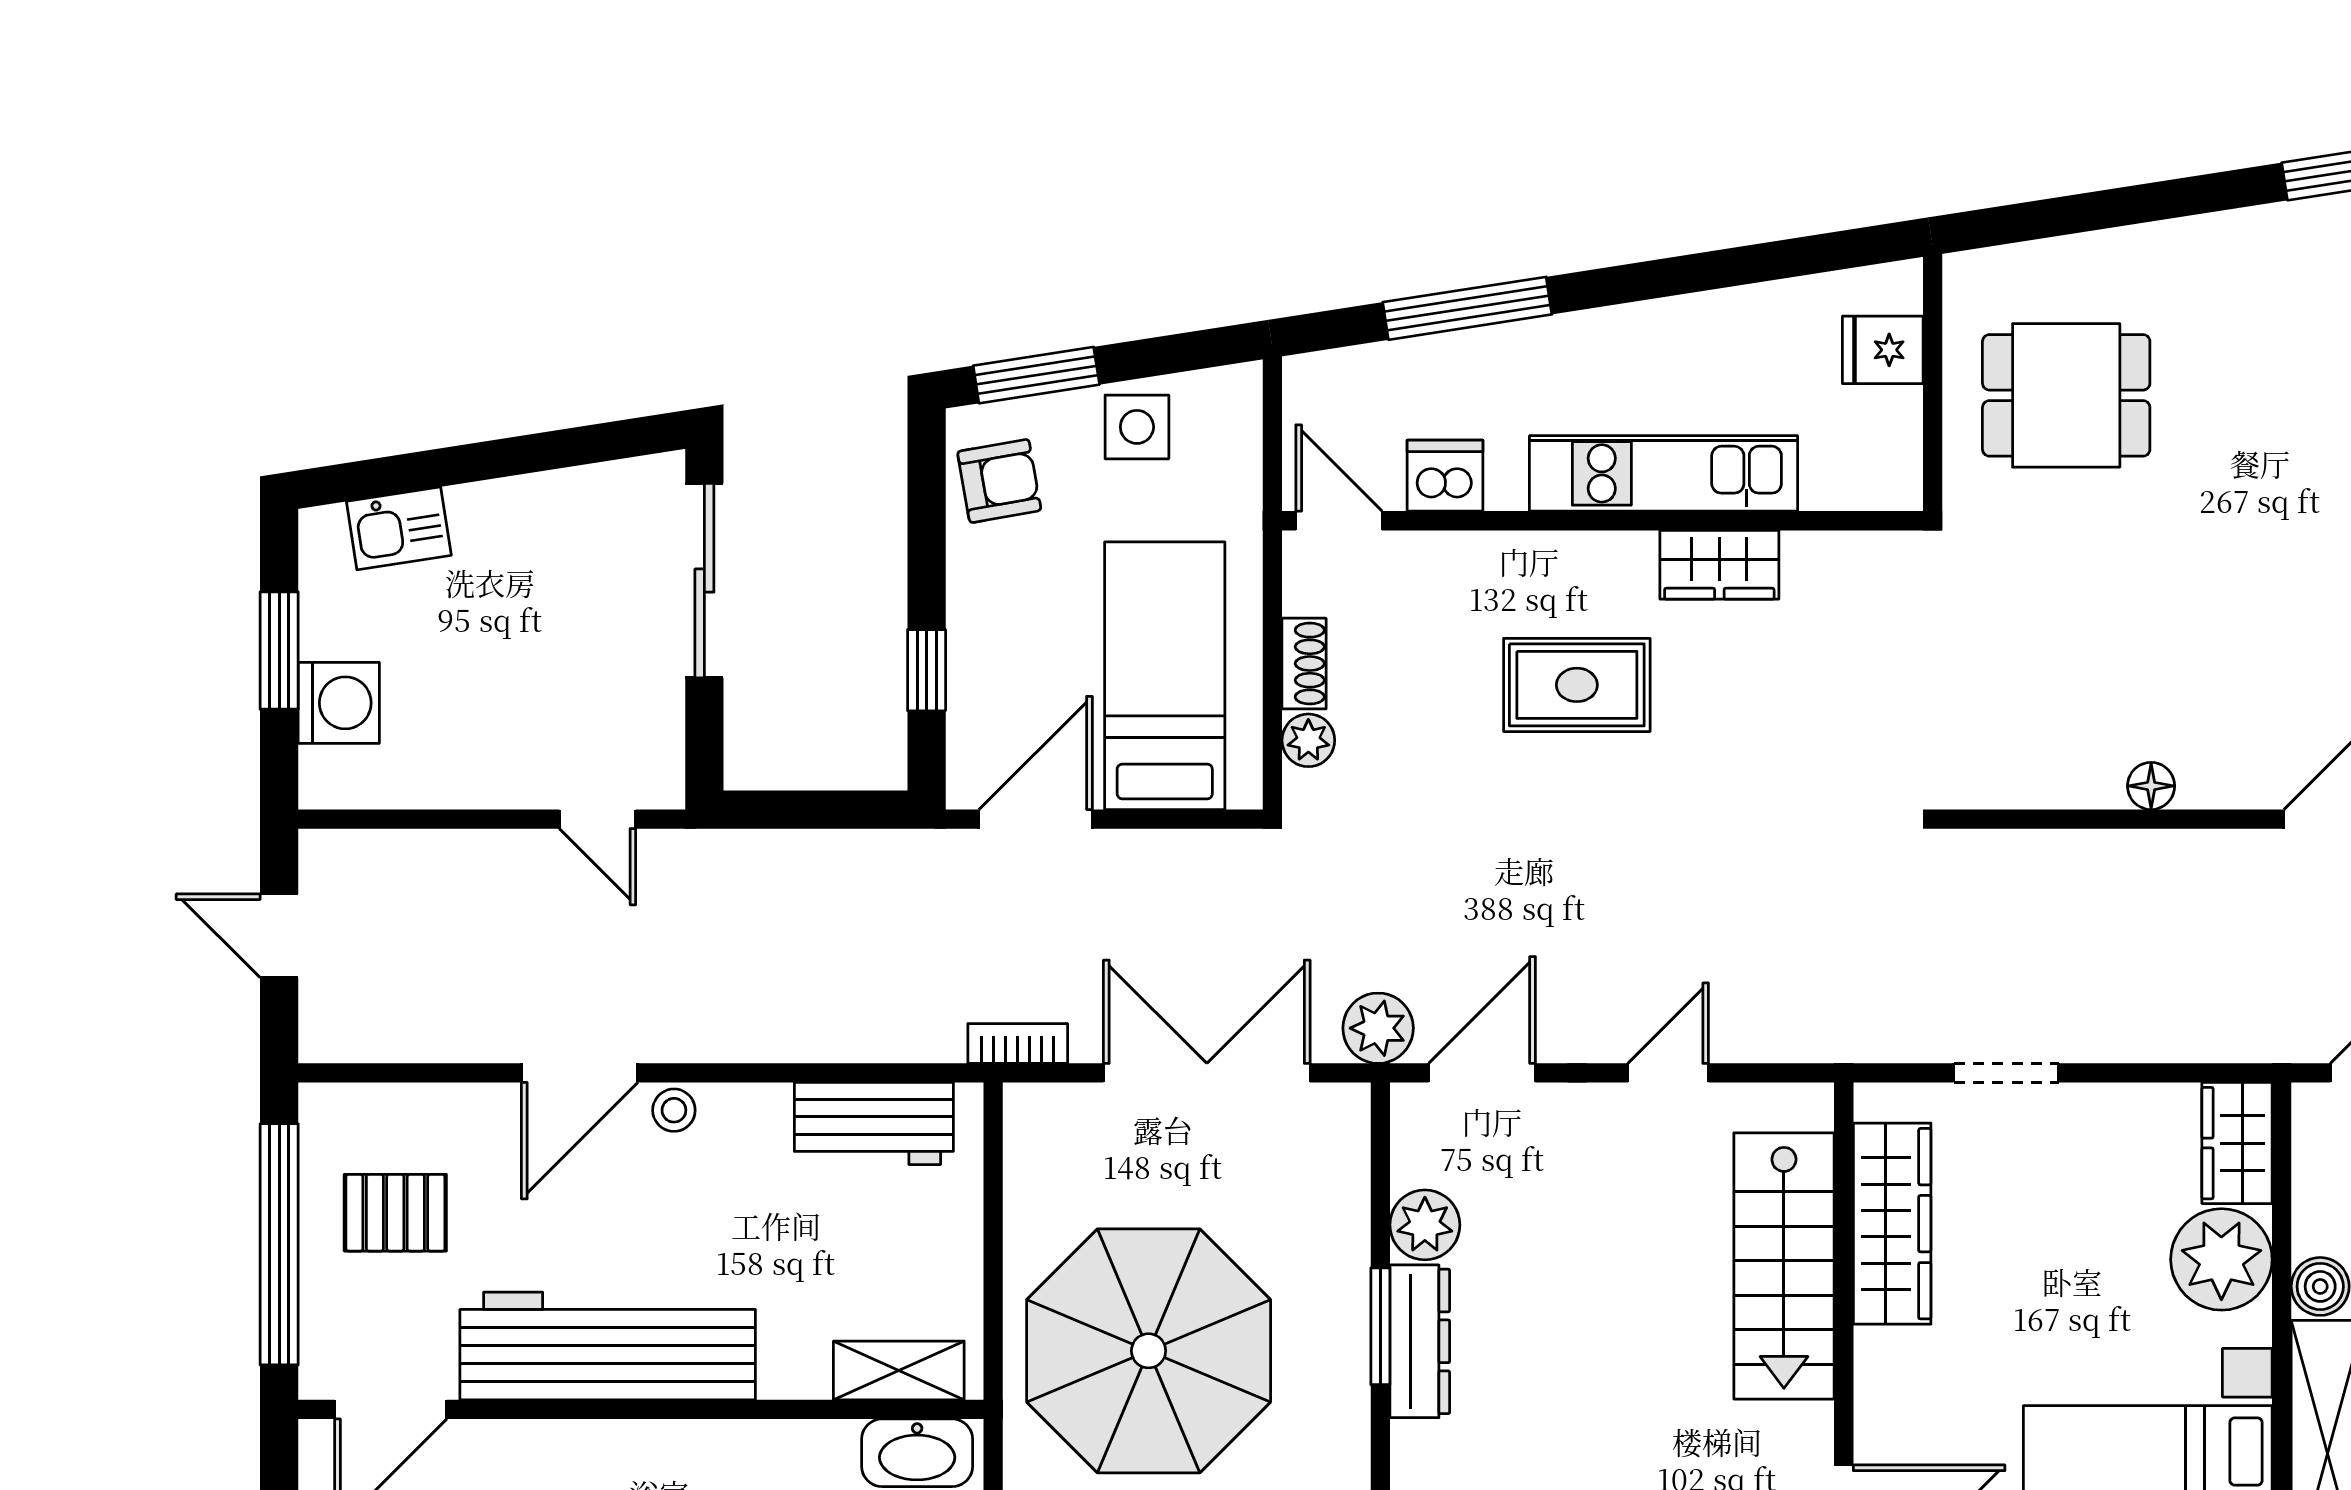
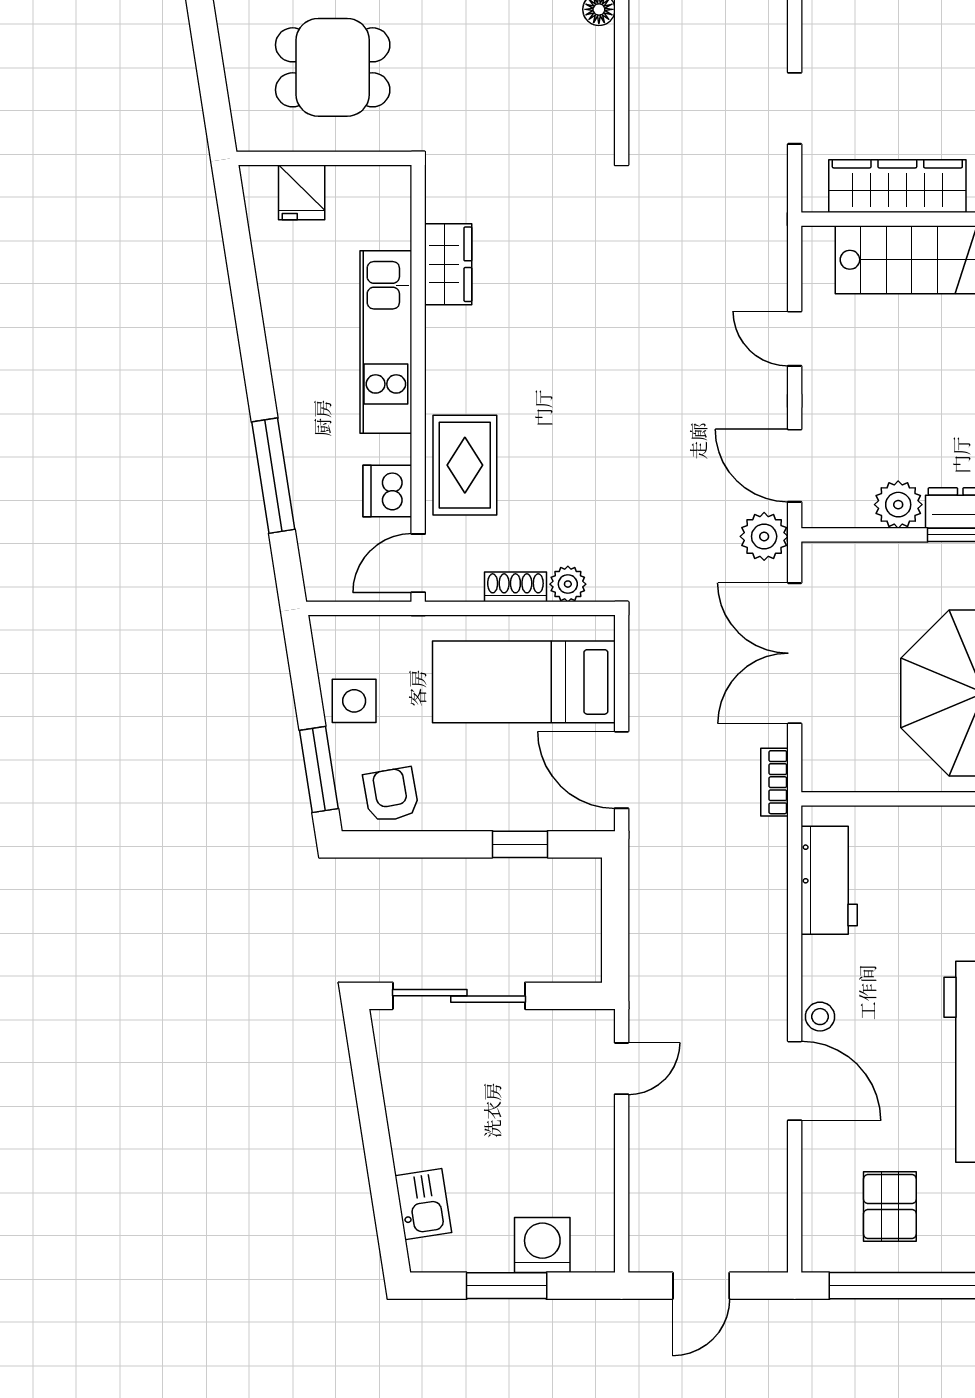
dining table: (2066, 395) -> (333, 67), turned 90
wardrobe: (1719, 565) -> (448, 264), moved
rug: (1577, 685) -> (465, 465), moved

